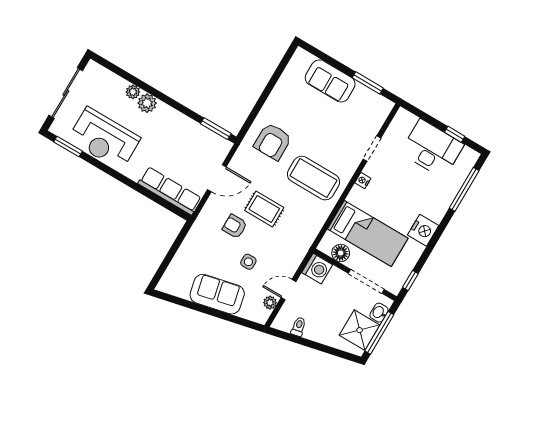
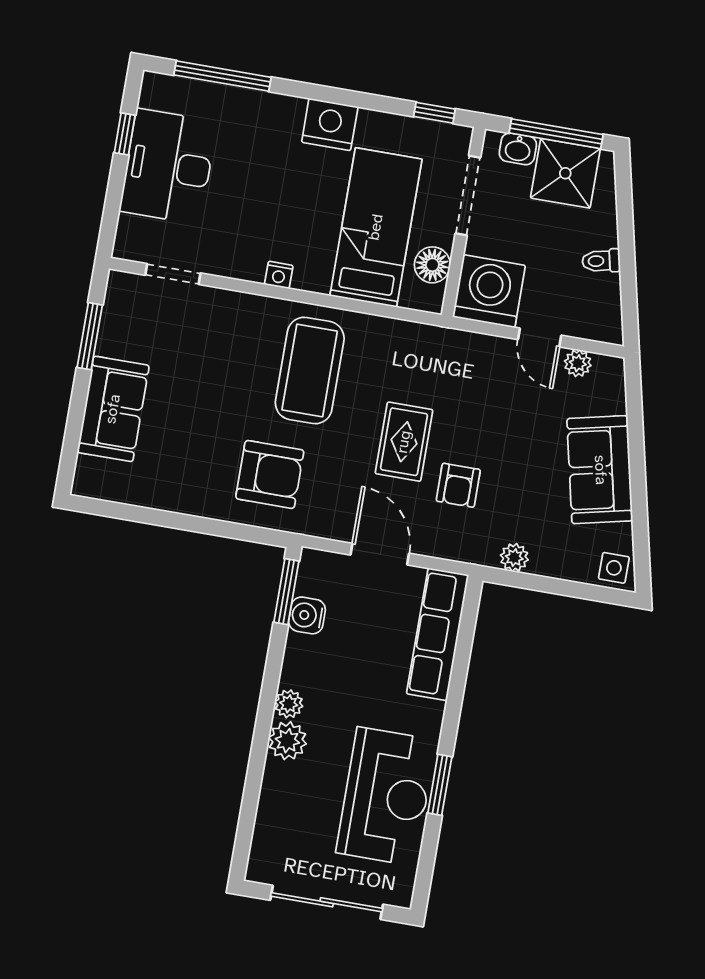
plant: (133, 92) -> (289, 704), moved
water cooler: (201, 134) -> (307, 615), added
window: (68, 147) -> (440, 785), moved
doorway: (372, 148) -> (173, 274), moved
plant: (192, 239) -> (514, 557), added
side table: (248, 262) -> (614, 568), moved
washing machine: (317, 269) -> (489, 291), width x1.37, depth x1.37
toilet: (299, 327) -> (601, 261), moved

